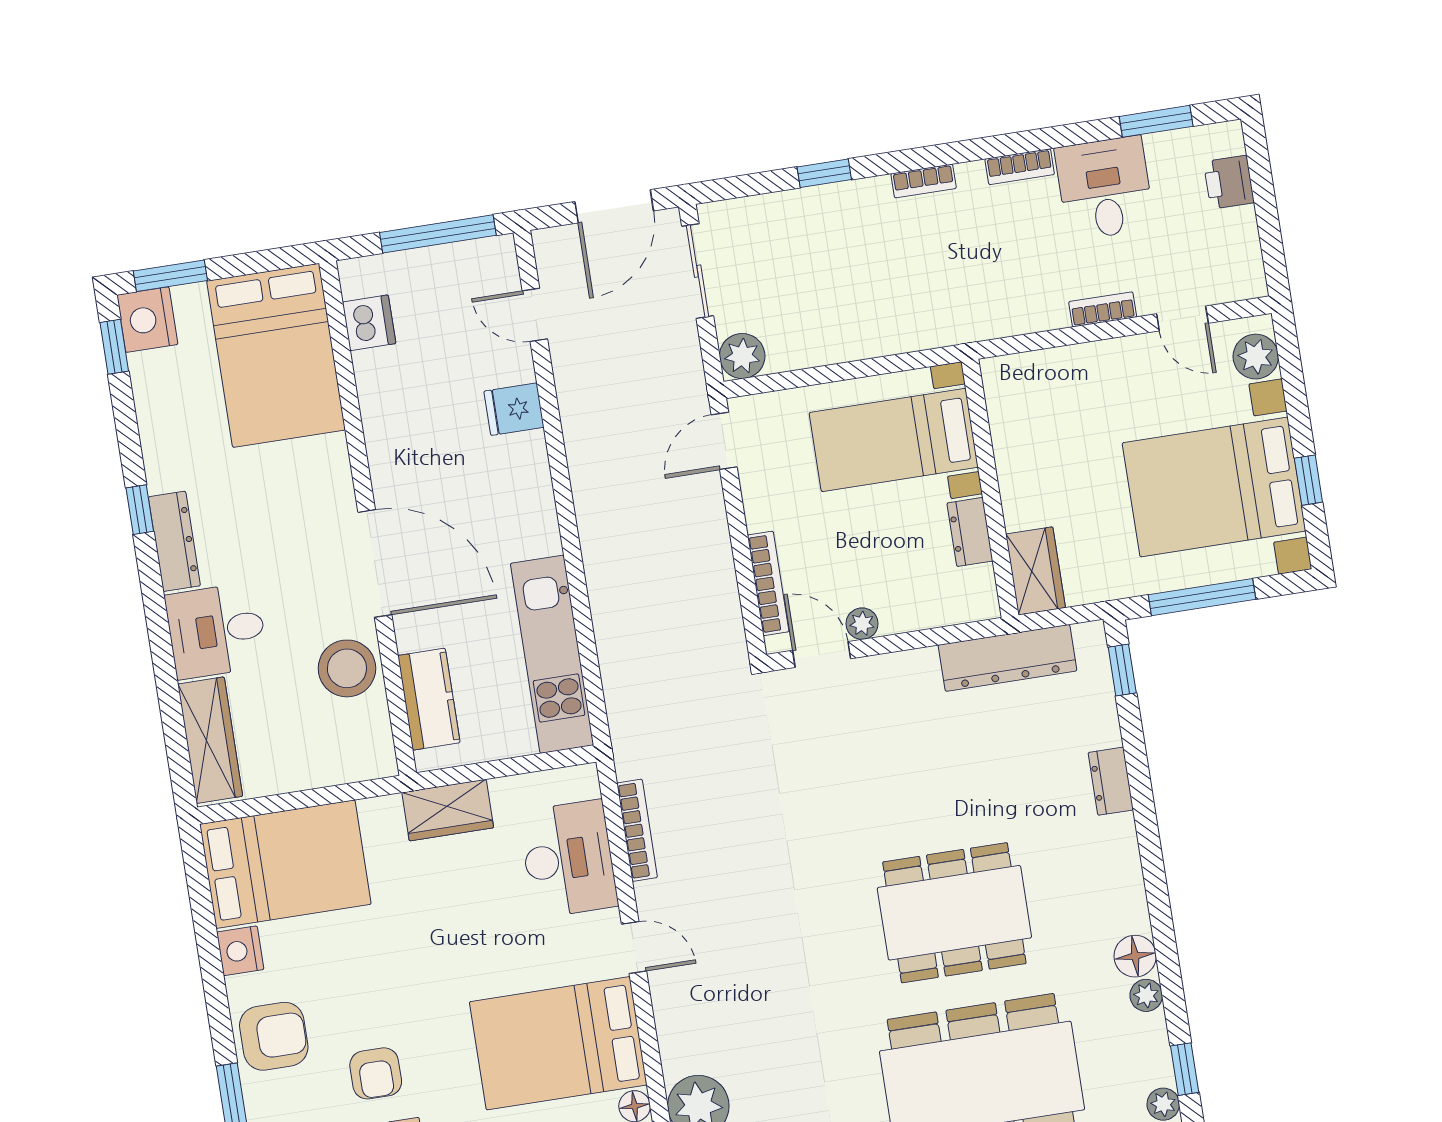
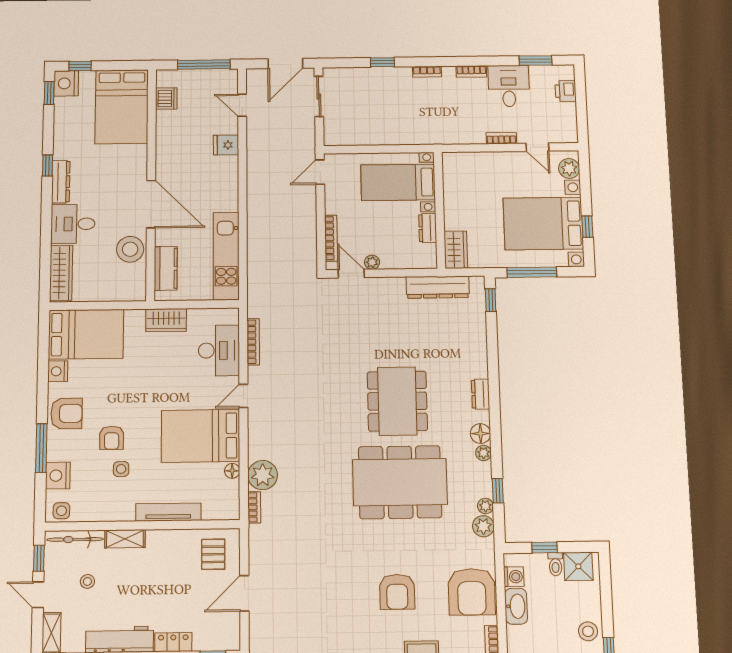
window: (170, 276) -> (80, 66), width x0.67
plant: (742, 356) -> (334, 136), removed
dresser: (1111, 781) -> (481, 394), moved
dining table: (954, 913) -> (397, 401), turned 90
door: (634, 948) -> (243, 396), swing flipped

